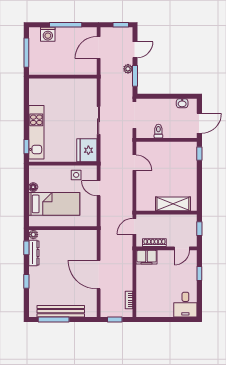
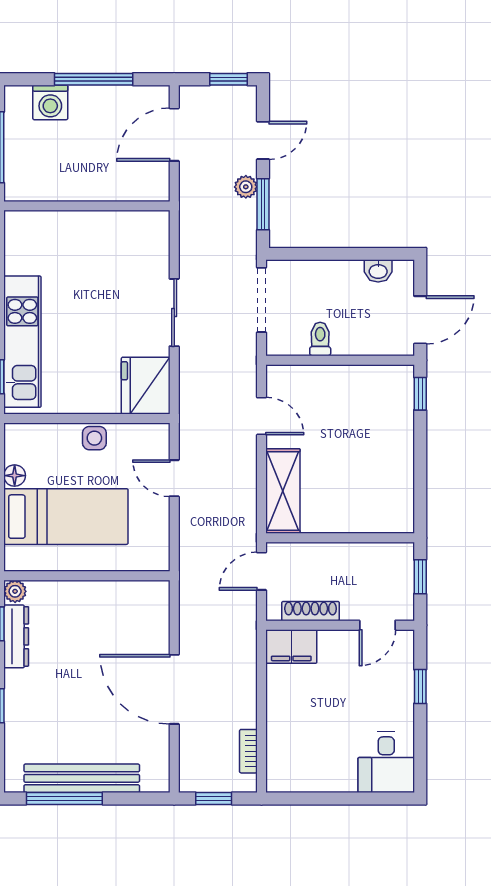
side table: (76, 175) -> (94, 438), moved
shelving: (173, 204) -> (283, 491), moved, turned 90

